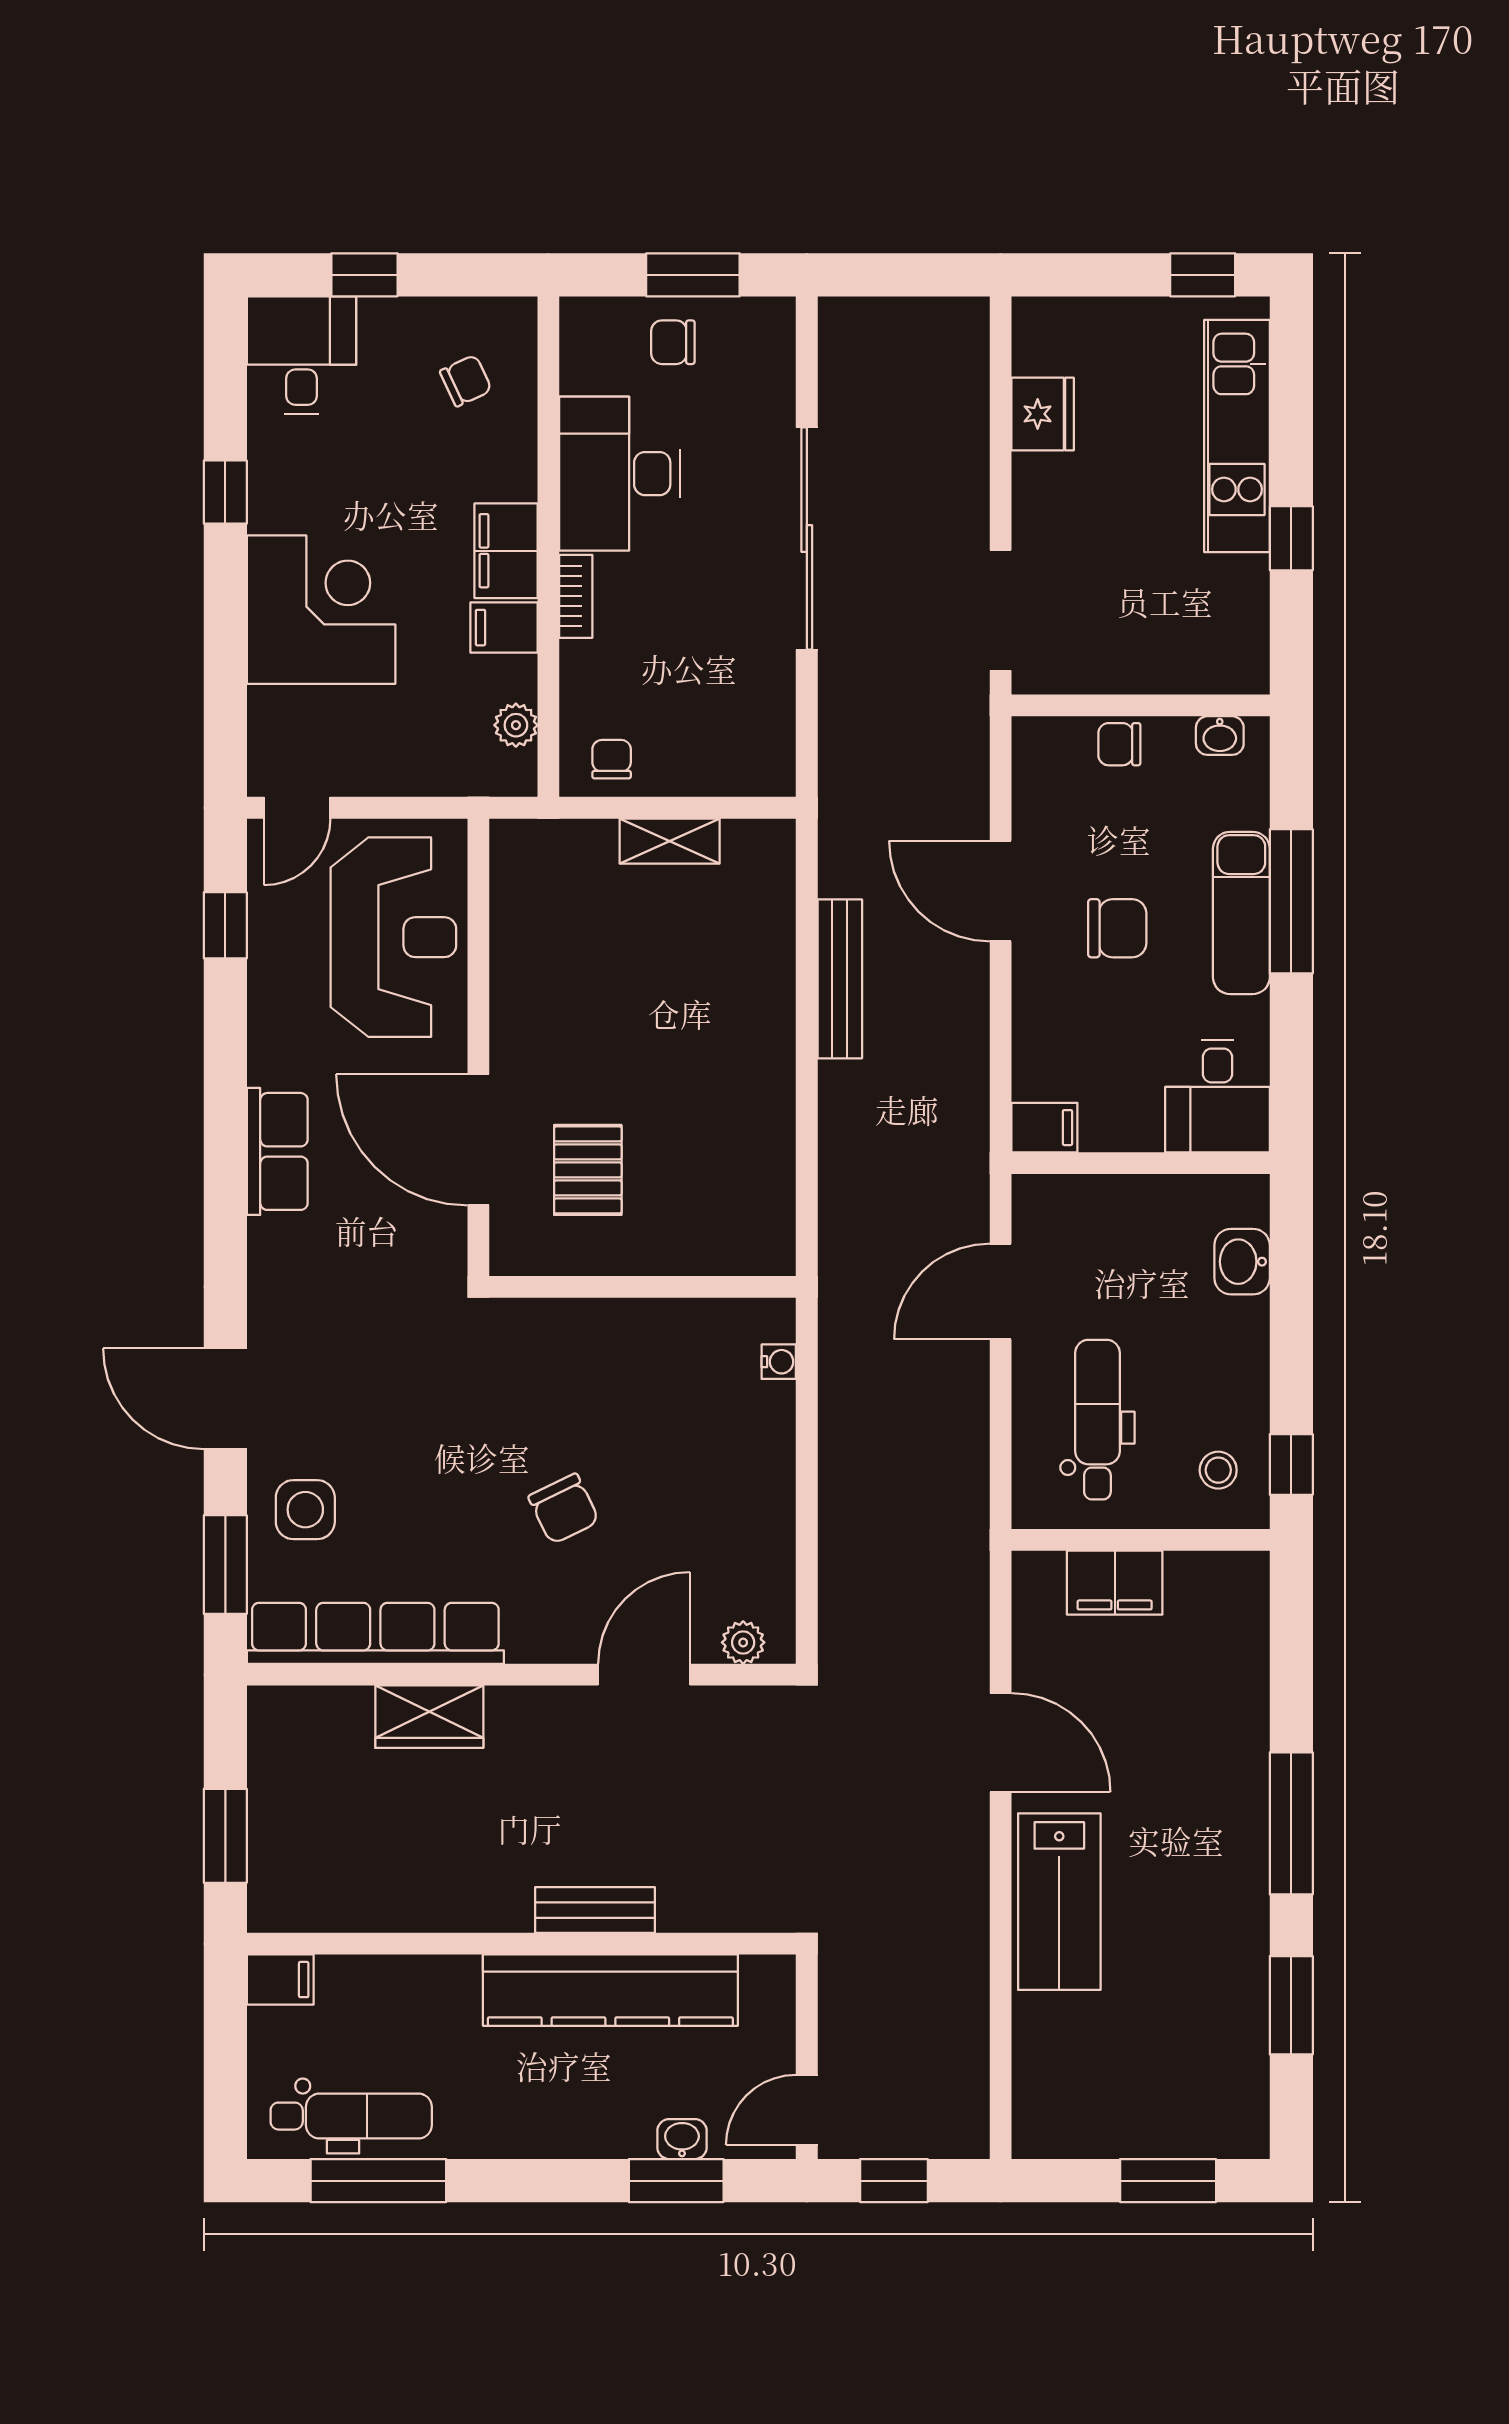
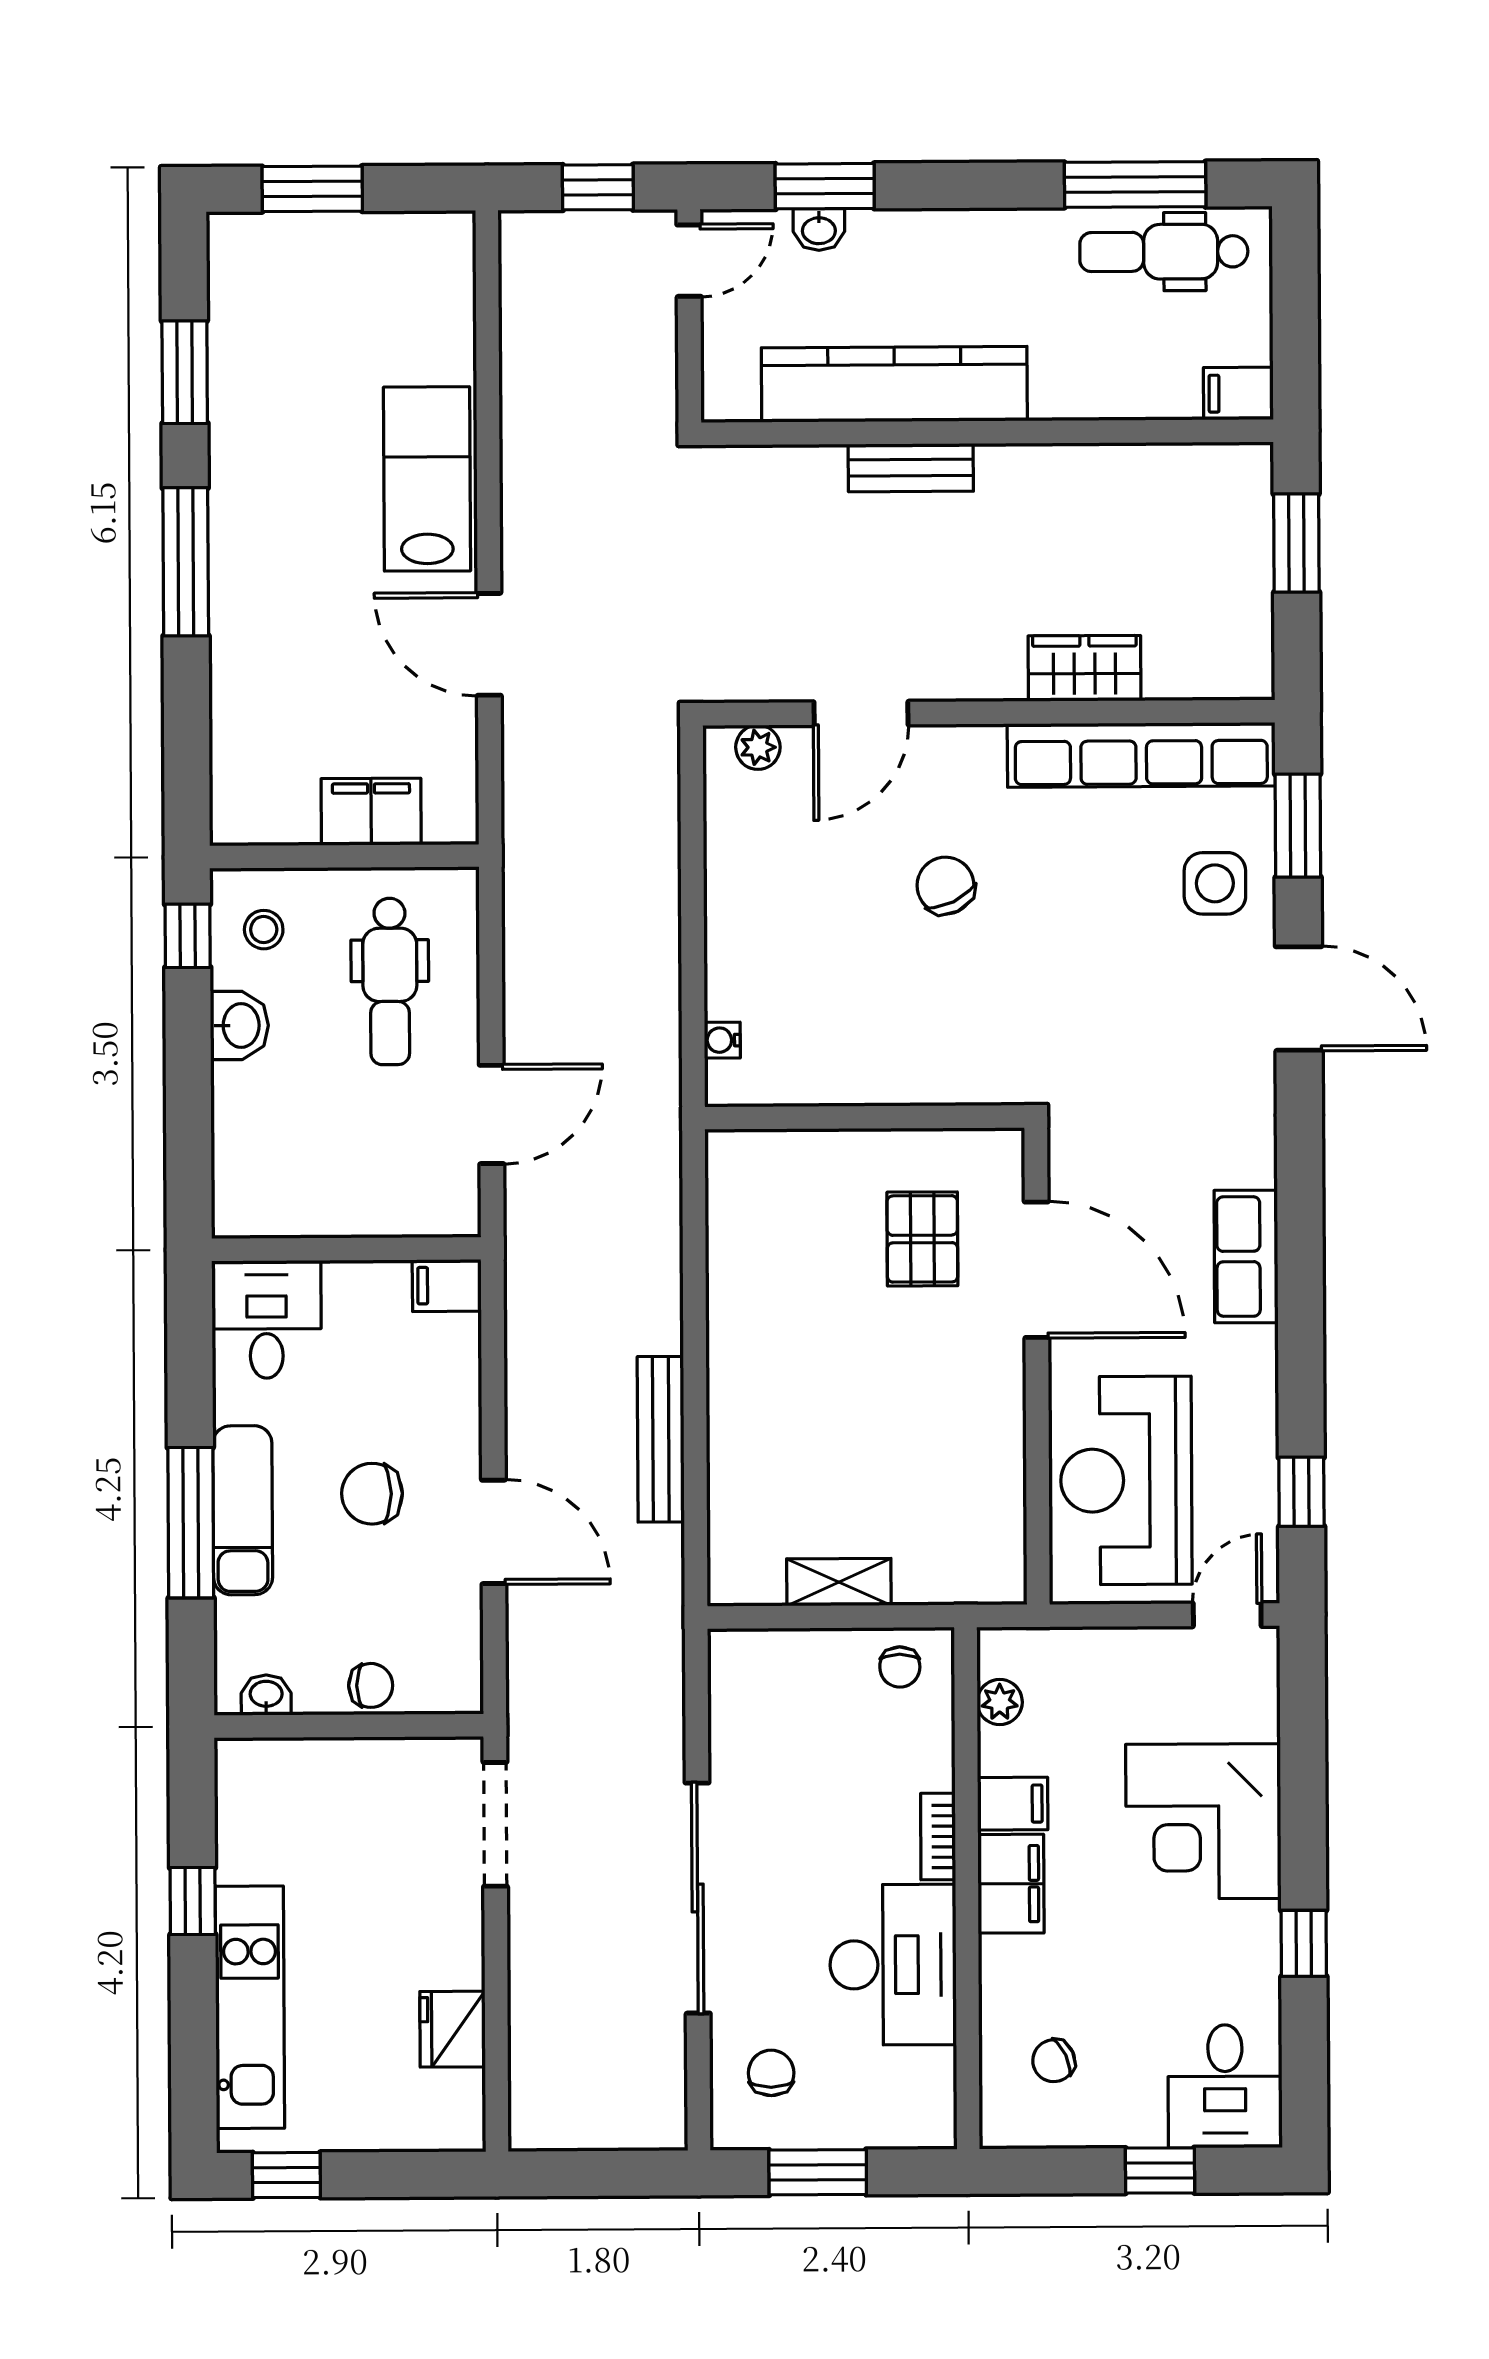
chair: (673, 342) -> (771, 2073), moved, turned -90
washbasin: (1242, 1262) -> (239, 1025), moved

